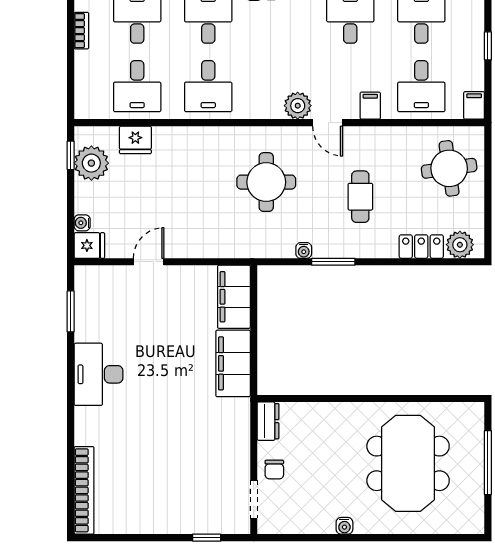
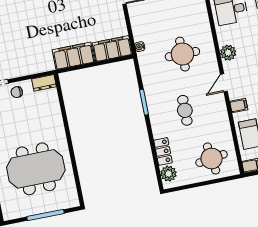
plant: (298, 106) -> (228, 53), moved
cafe table: (360, 197) -> (185, 110), turned 90
water cooler: (304, 250) -> (140, 47), moved

